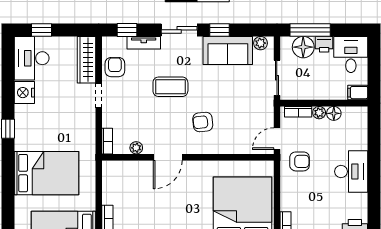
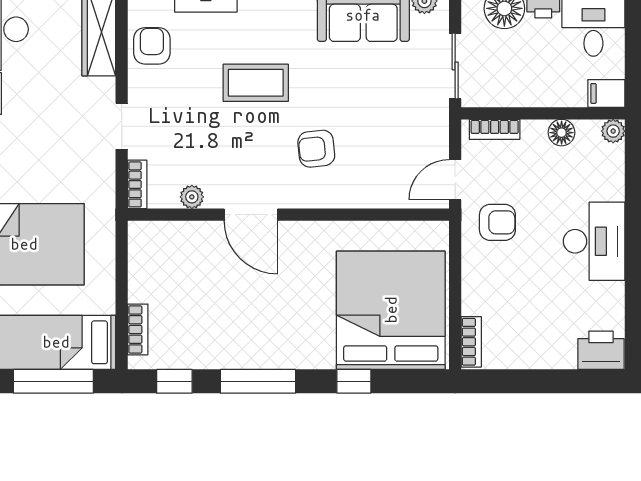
doorway: (99, 96) -> (122, 126), moved
plant: (319, 113) -> (613, 131), moved
door: (168, 157) -> (251, 215), hinge flipped

